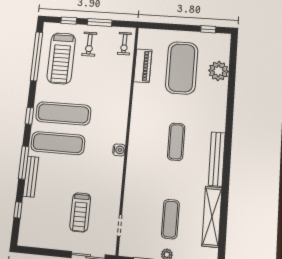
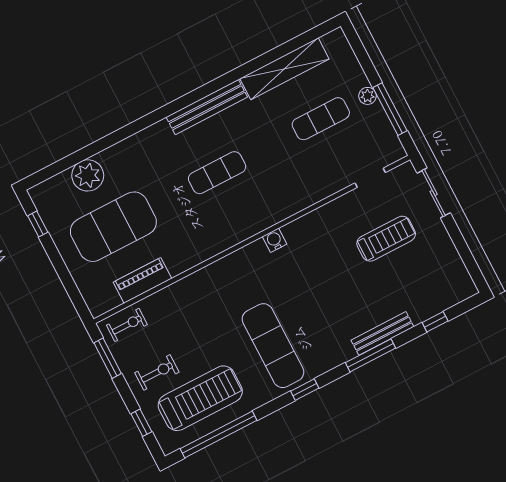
window: (100, 22) -> (108, 358), moved
exercise mat: (58, 143) -> (317, 327), removed

